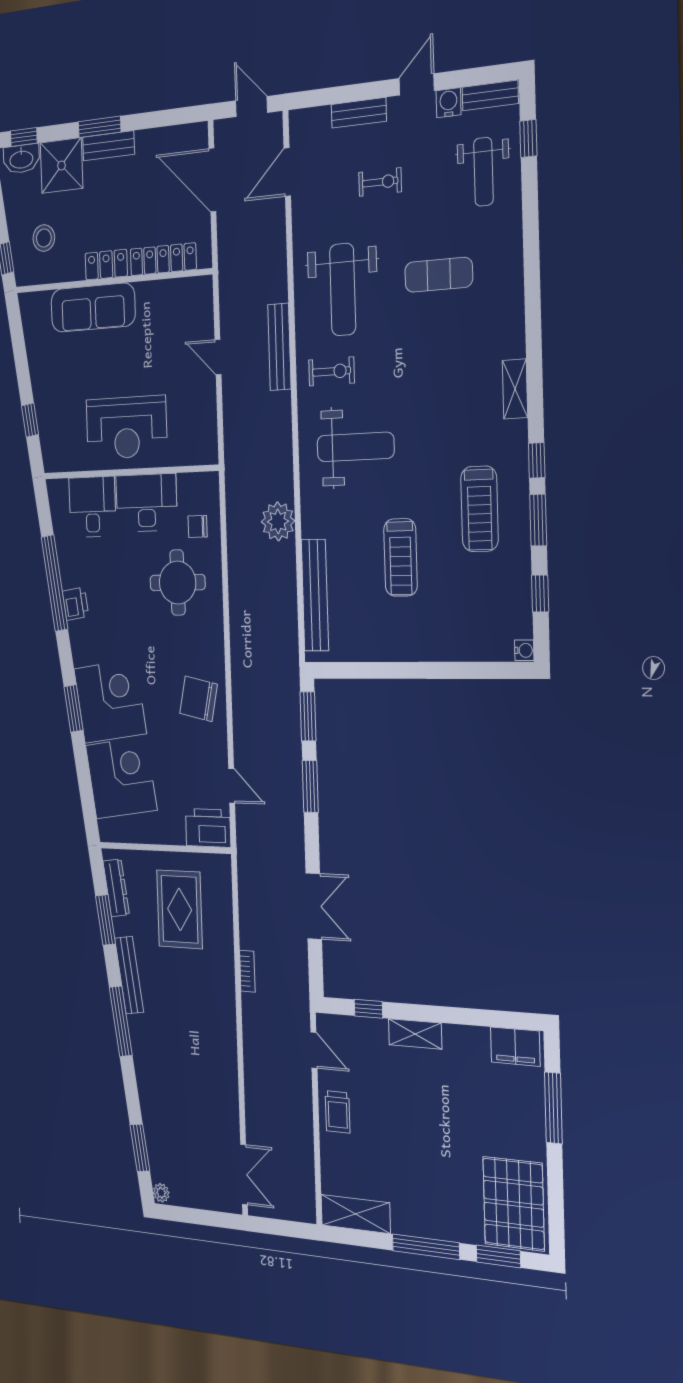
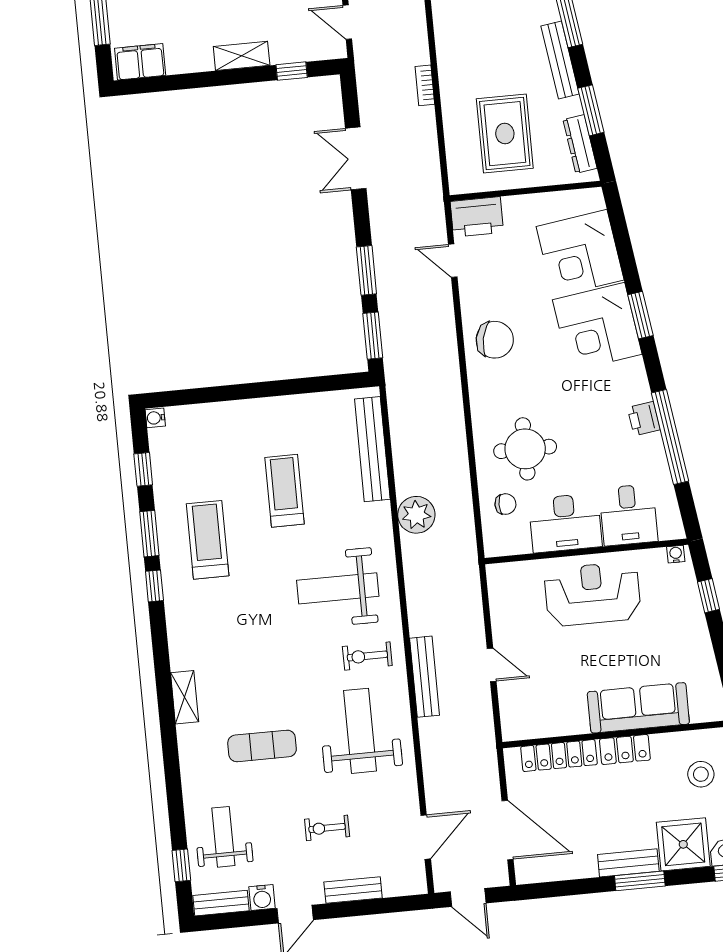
shelving: (515, 389) -> (185, 697), moved
water cooler: (55, 464) -> (676, 554), added

